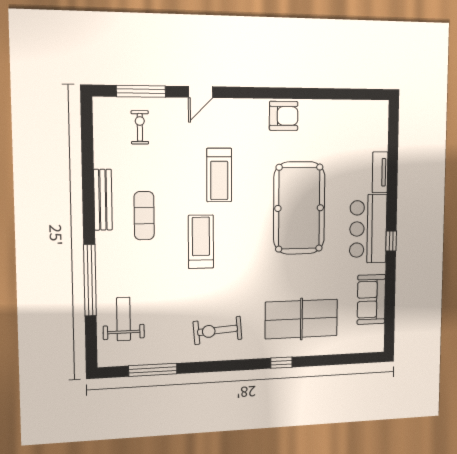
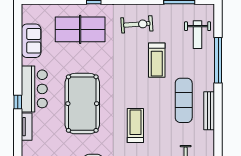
exercise mat: (144, 216) -> (184, 100), width x1.36, depth x1.45
window: (391, 241) -> (18, 102), moved
treadmill: (201, 242) -> (157, 60), moved

